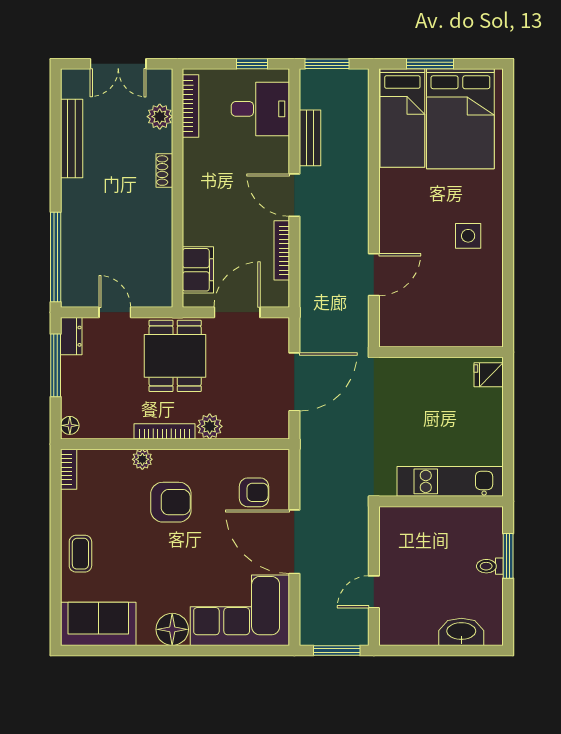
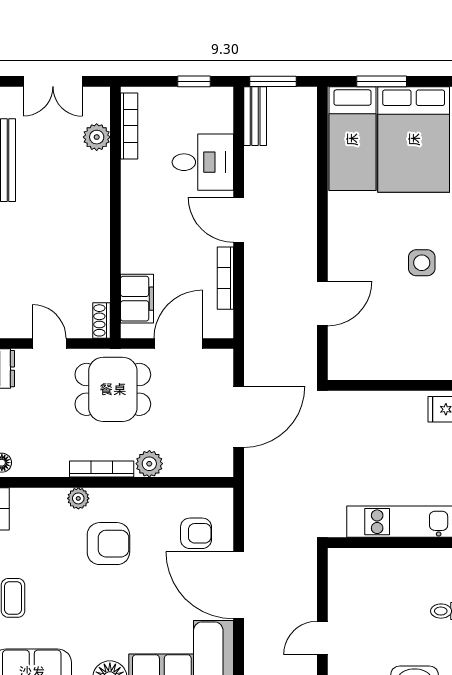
desk: (260, 109) -> (203, 162), moved
bench: (310, 138) -> (255, 116), moved
shoe rack: (164, 171) -> (101, 320), moved
dining table: (175, 356) -> (113, 389), turned 90

